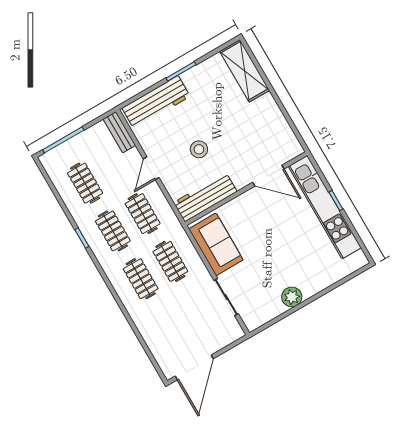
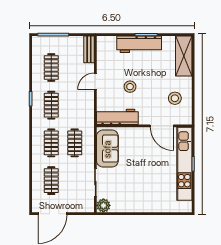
workbench: (156, 102) -> (139, 44), moved
stool: (264, 131) -> (175, 98), added
clothes rail: (143, 214) -> (51, 181), moved
plant: (292, 297) -> (103, 205), moved

